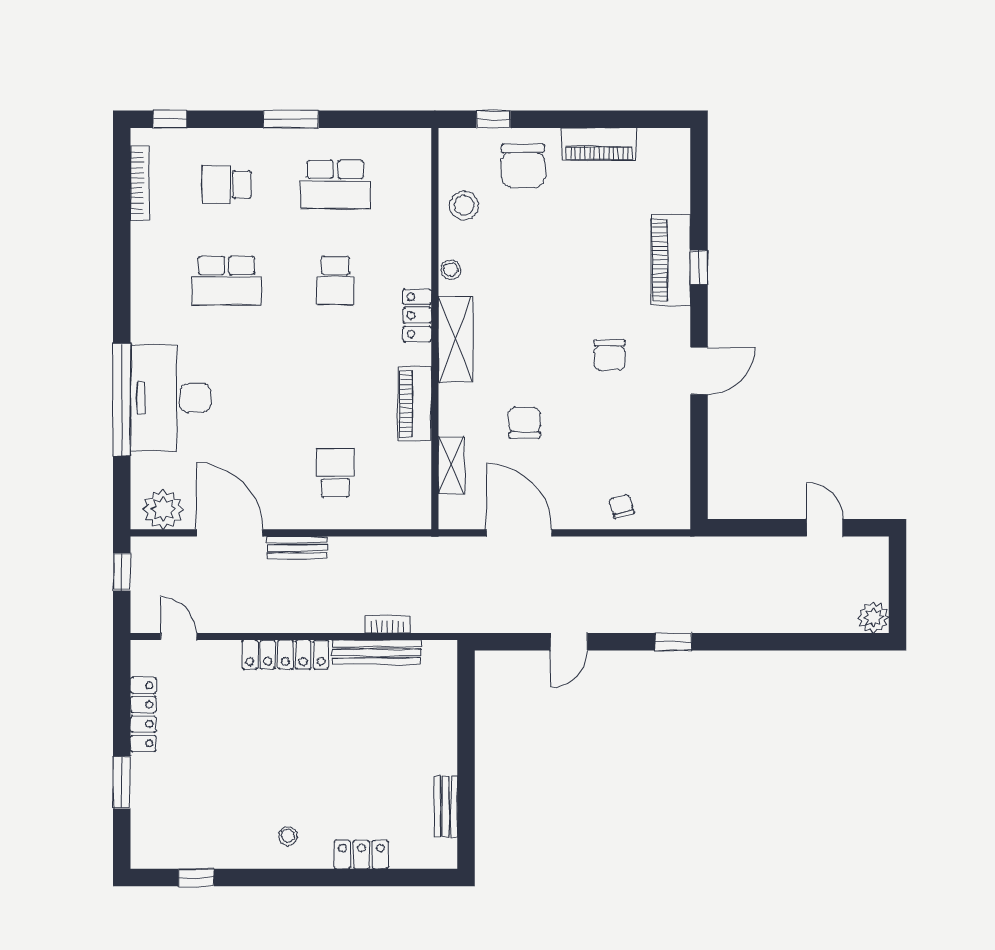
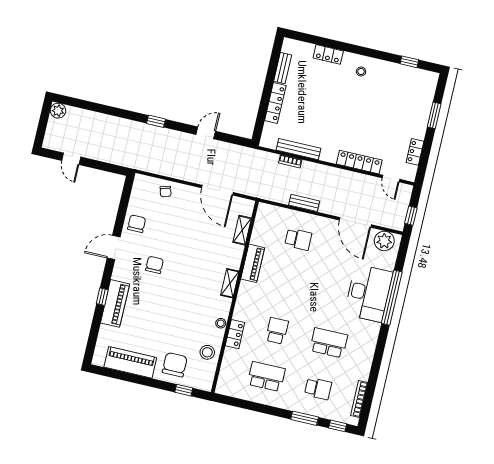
window: (291, 119) -> (305, 418), moved
piano: (599, 144) -> (130, 362), width x1.37, depth x1.33
locker: (417, 315) -> (235, 334), moved
shelving: (455, 339) -> (230, 283), width x0.67, depth x0.75
chair: (524, 422) -> (137, 224), moved, turned 180
school desk: (335, 473) -> (298, 239), turned -90
bench: (297, 548) -> (304, 203), moved
locker: (285, 655) -> (359, 162), moved
locker: (143, 714) -> (415, 152), width x0.66
locker: (444, 734) -> (275, 103), added

